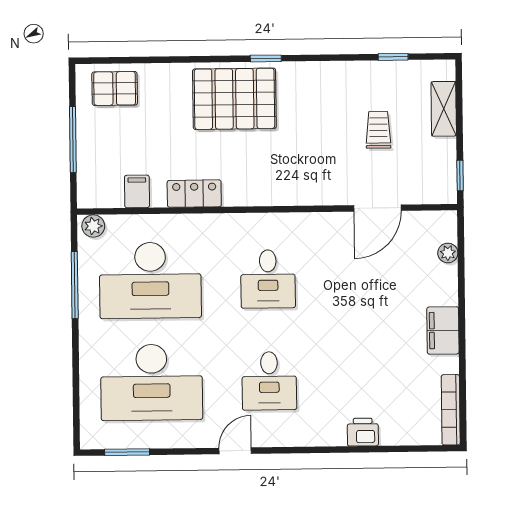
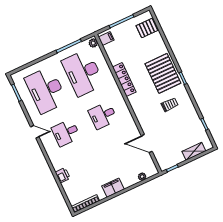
pallet: (115, 88) -> (147, 28), turned 90
trolley: (378, 130) -> (170, 105), moved
filing cabinet: (137, 191) -> (106, 39), moved
locker: (194, 194) -> (124, 80), width x1.53

